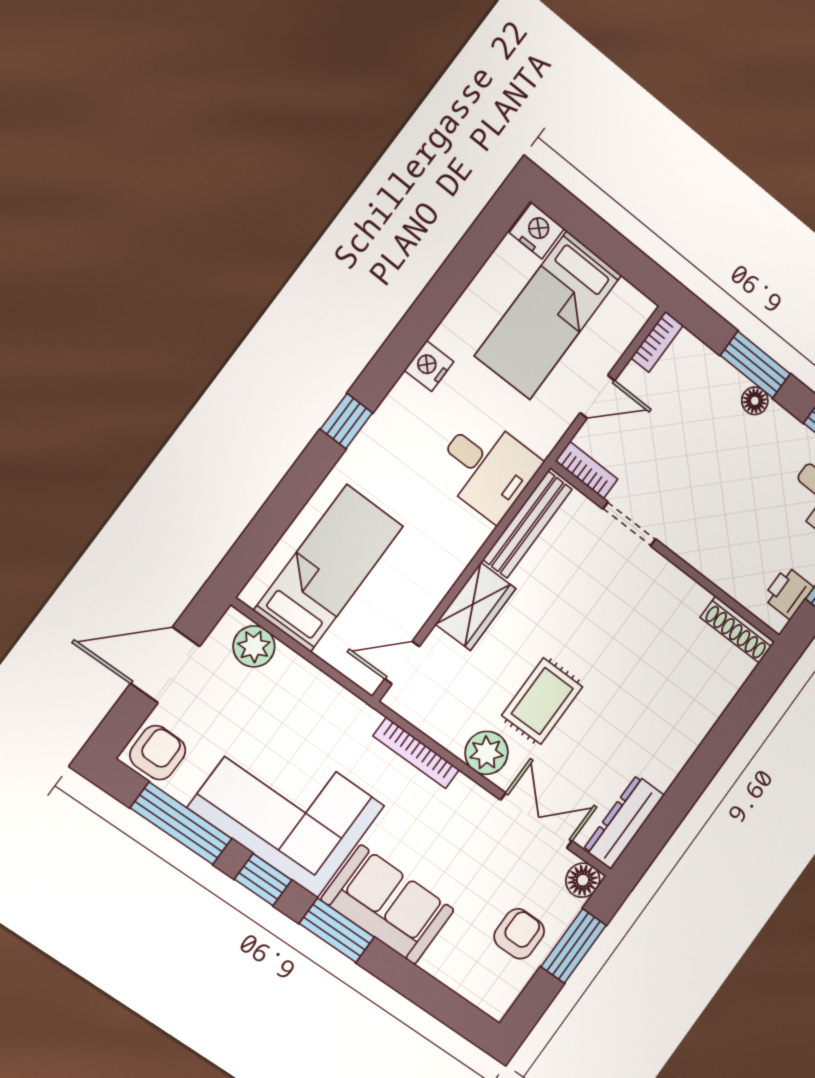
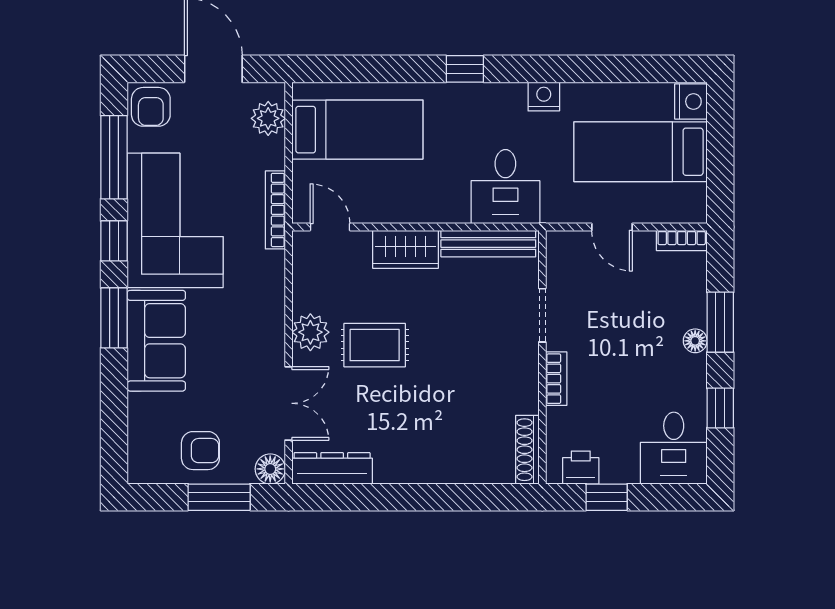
bookcase: (586, 470) -> (556, 379), moved
armchair: (158, 753) -> (151, 107), turned 90
bookcase: (416, 753) -> (275, 210), moved

